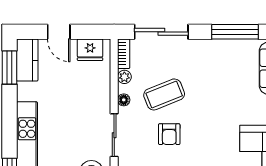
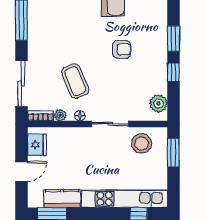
kitchen counter: (27, 60) -> (62, 199), moved
armchair: (169, 134) -> (122, 49), moved

